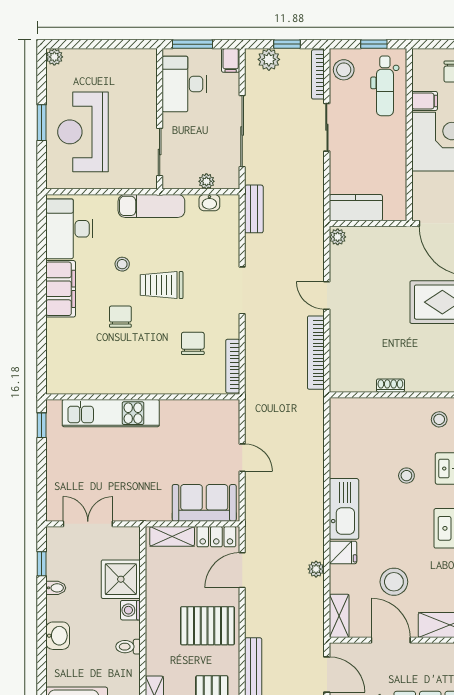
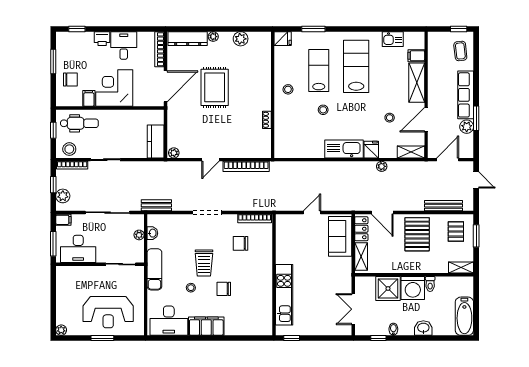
stool: (394, 582) -> (390, 118), width x0.53, depth x0.53
washing machine: (130, 610) -> (413, 288), width x1.89, depth x1.89

